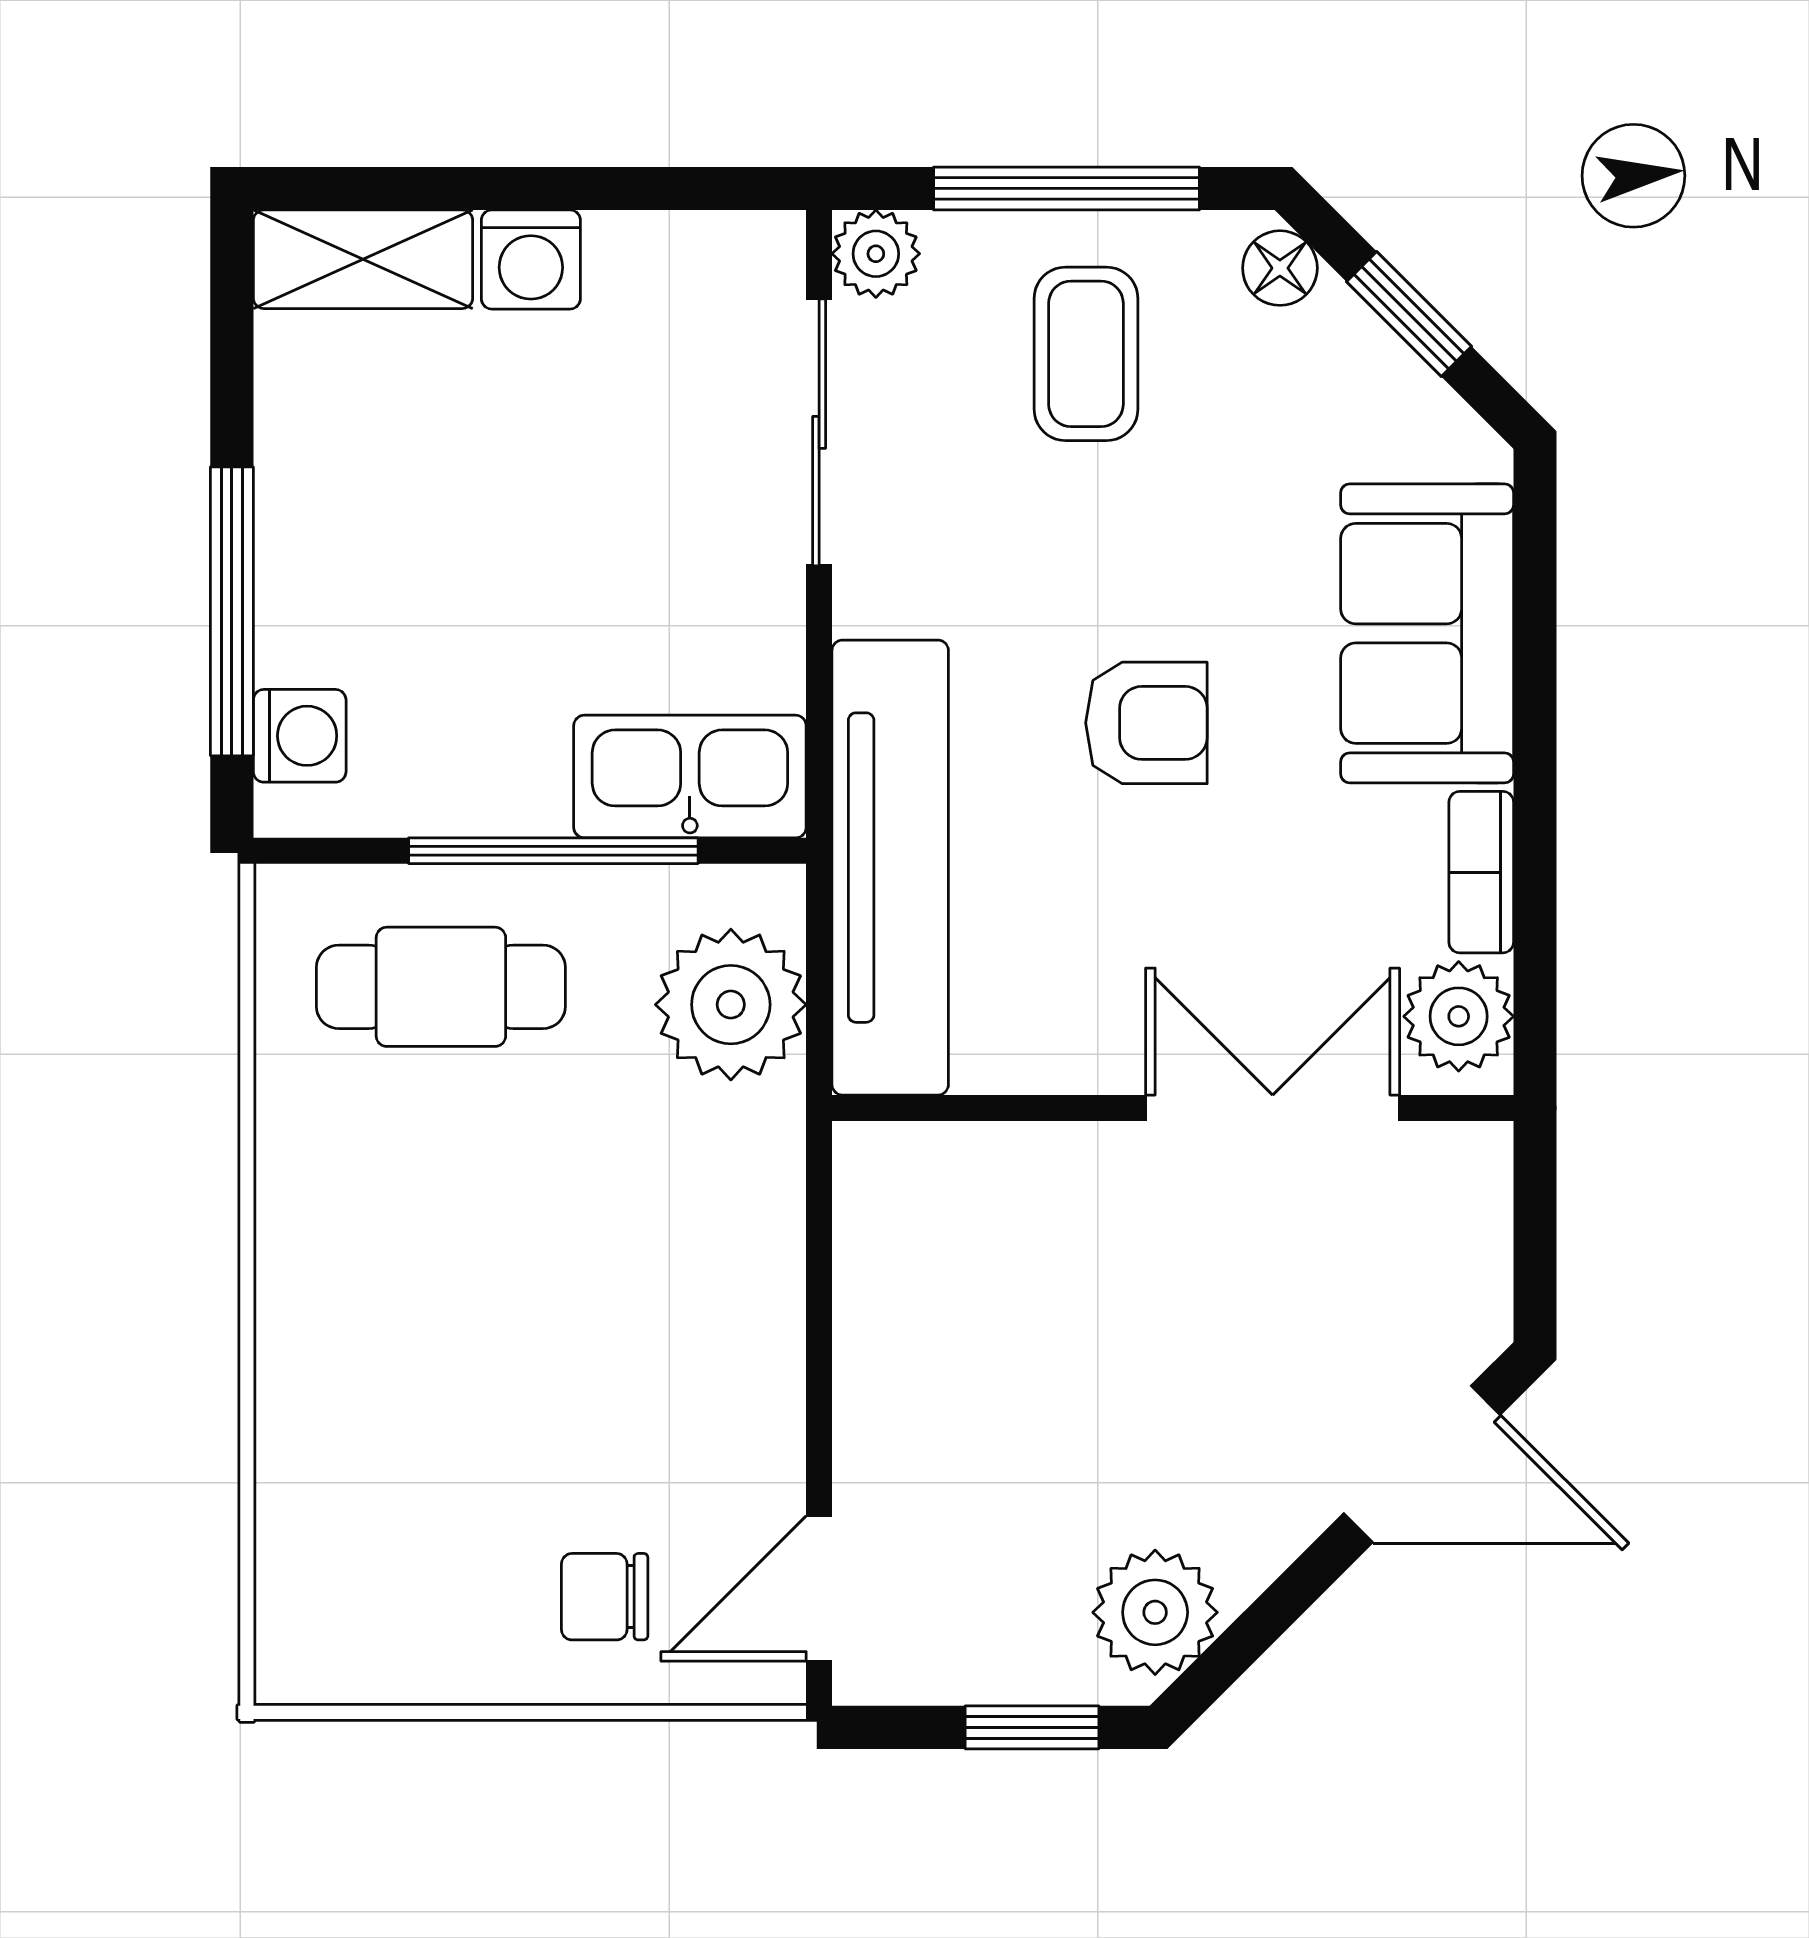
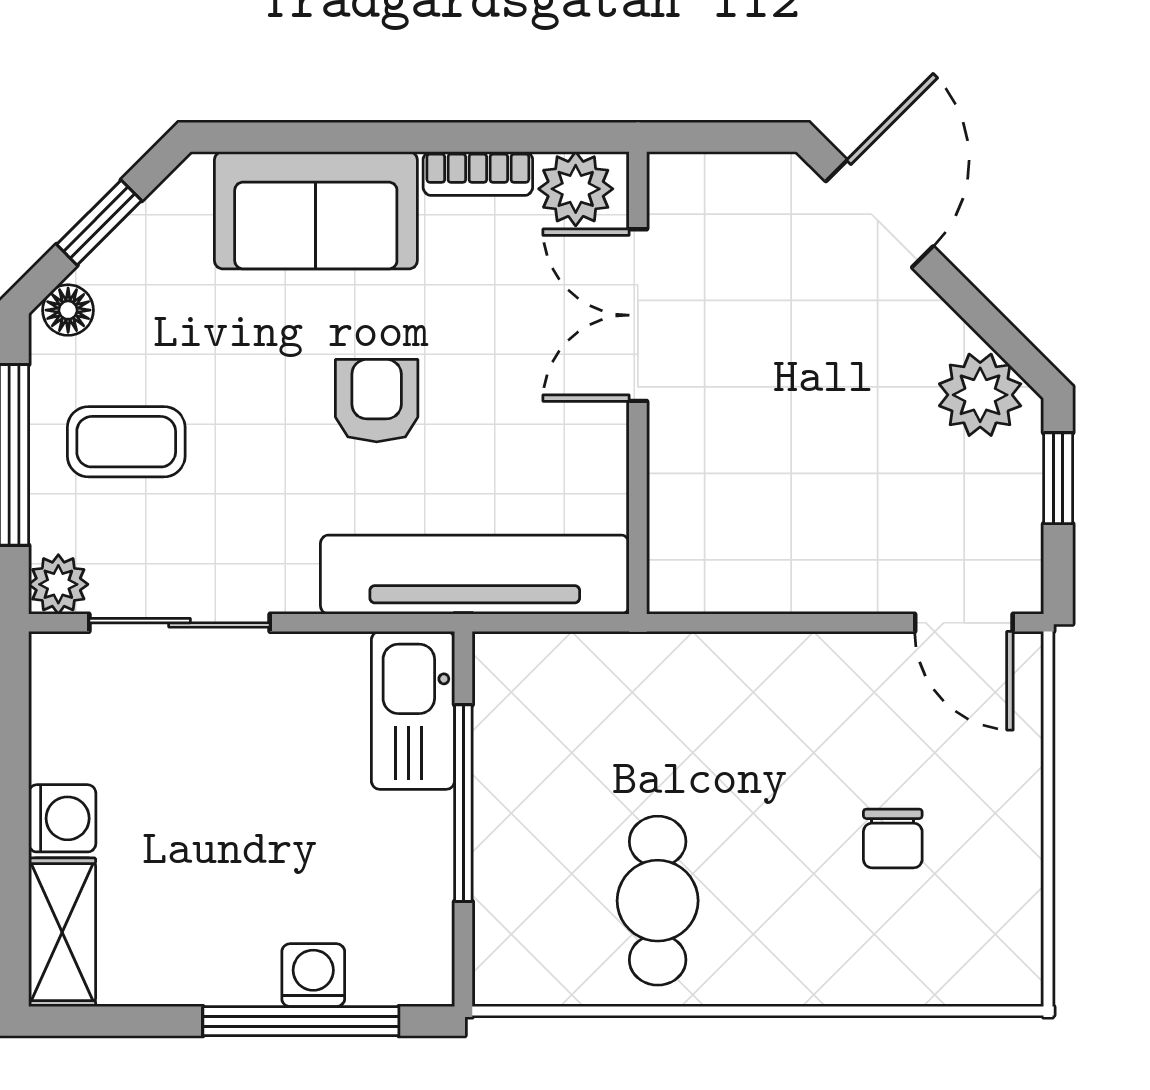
washing machine: (300, 736) -> (313, 975), moved
cafe table: (441, 987) -> (658, 901), moved
plant: (731, 1005) -> (568, 683), removed
chair: (605, 1597) -> (893, 838), moved

